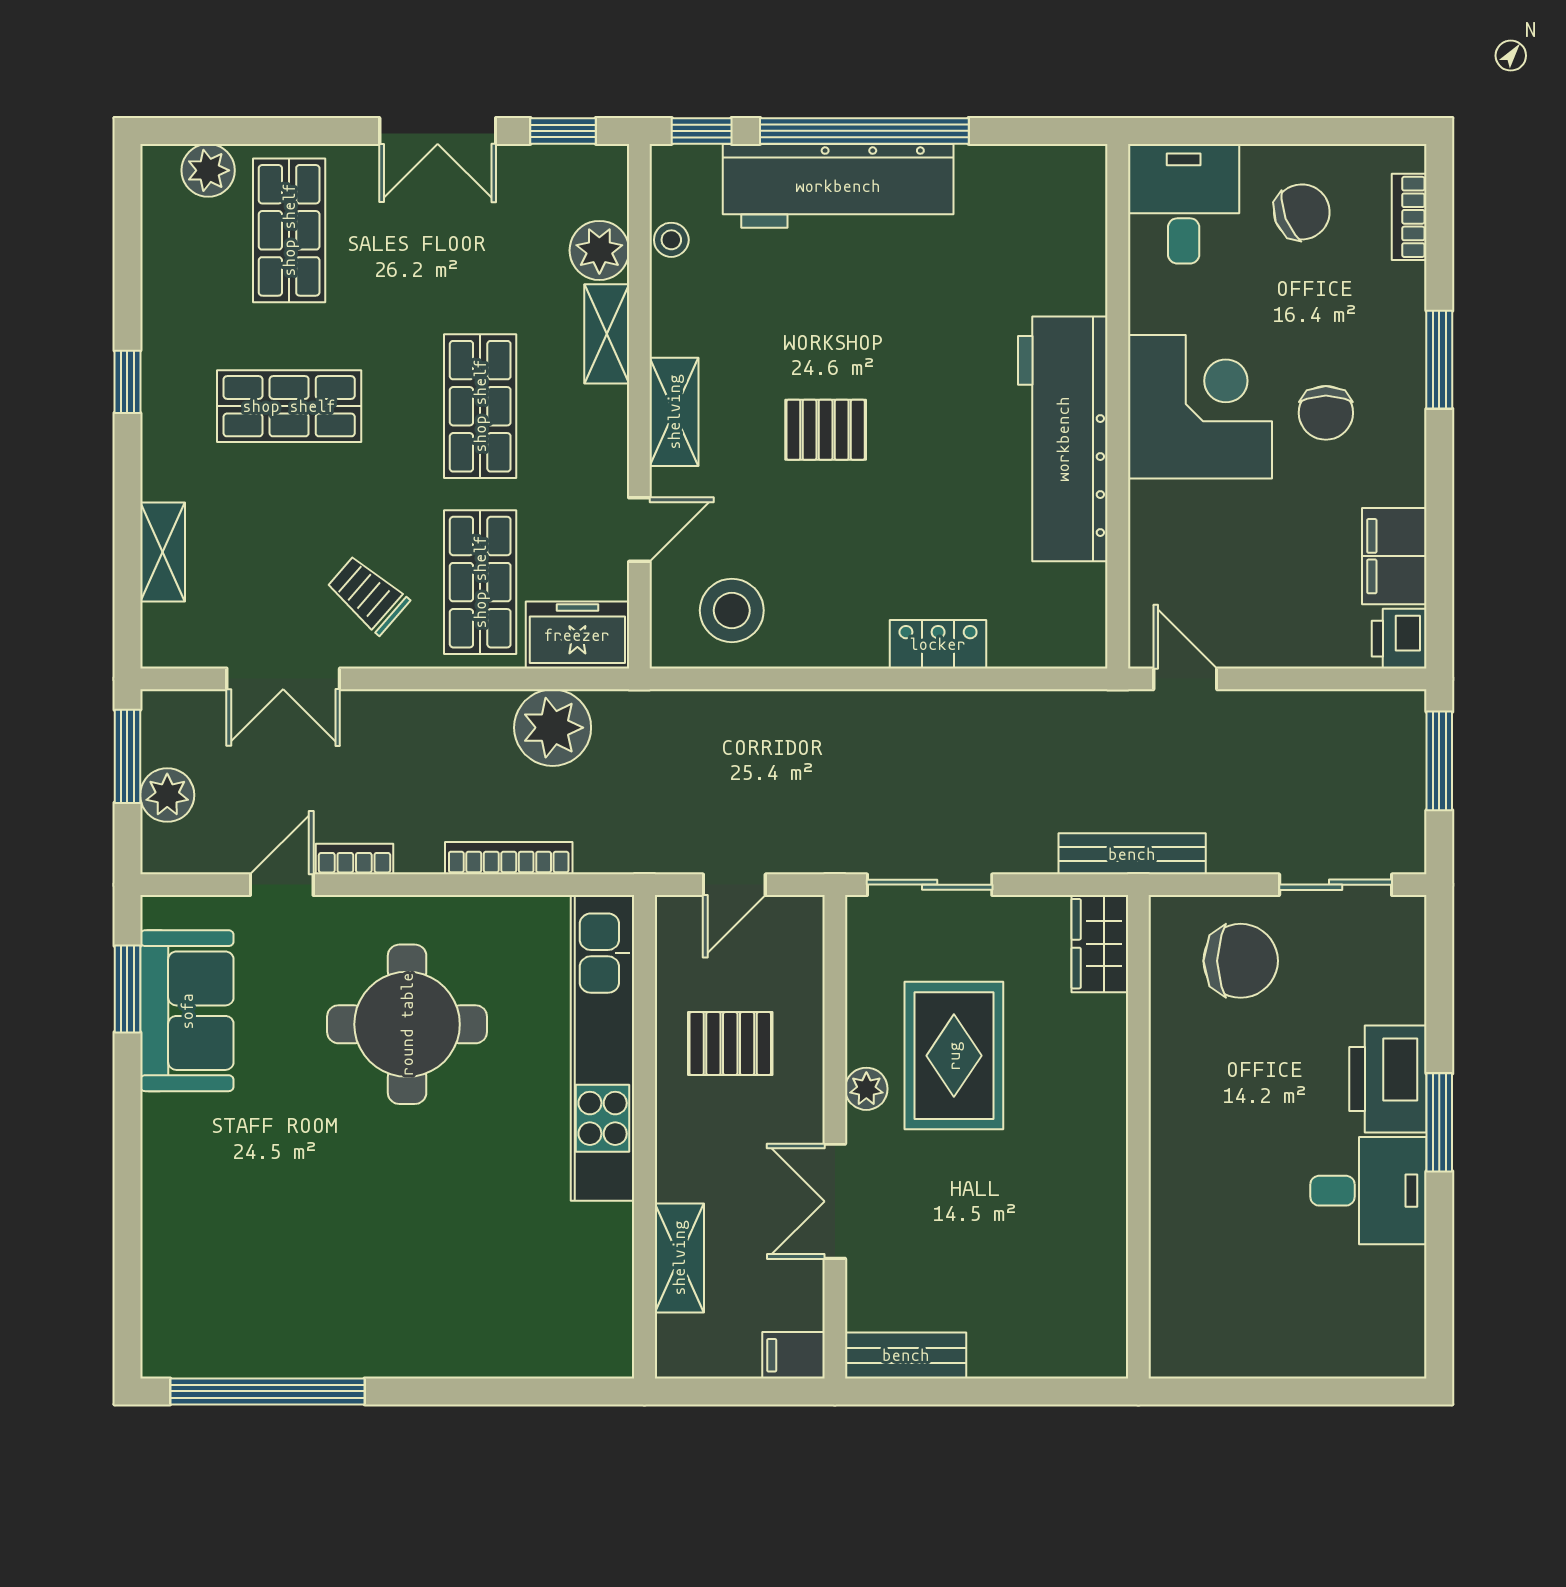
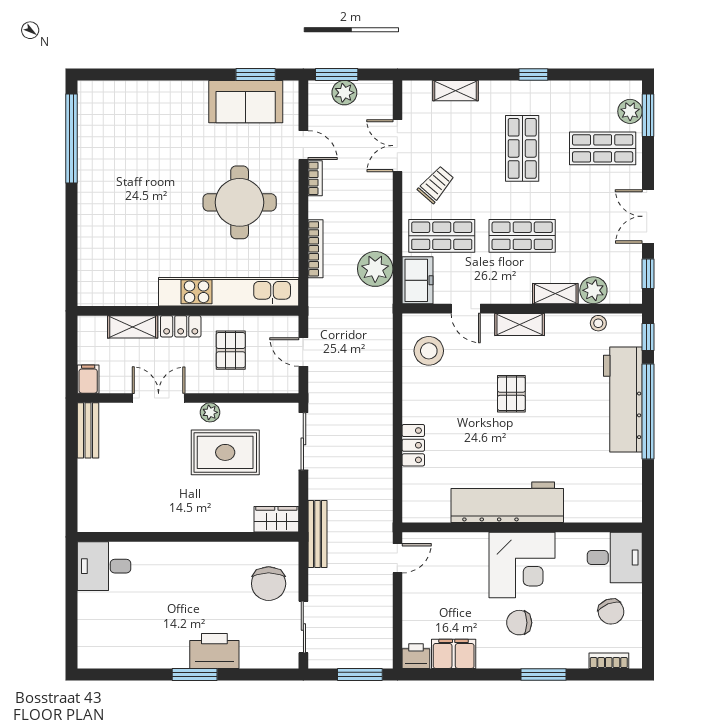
window: (217, 131) -> (648, 115), added
window: (127, 756) -> (337, 74), moved
locker: (678, 1153) -> (181, 326), added
desk: (1368, 1191) -> (104, 566), moved, turned 90

